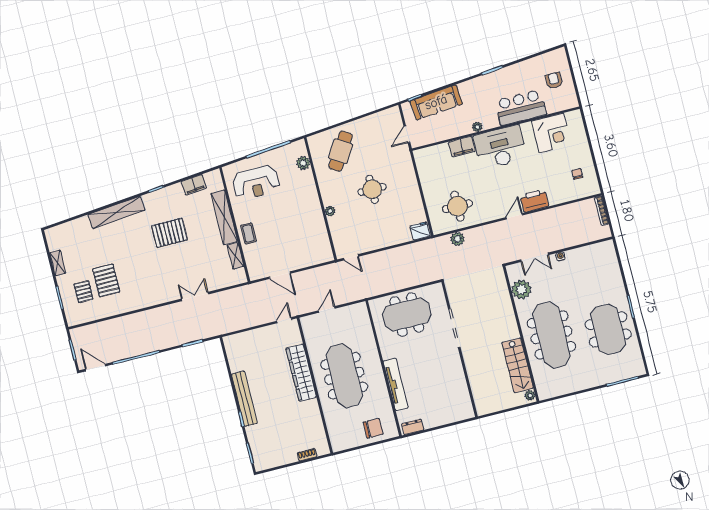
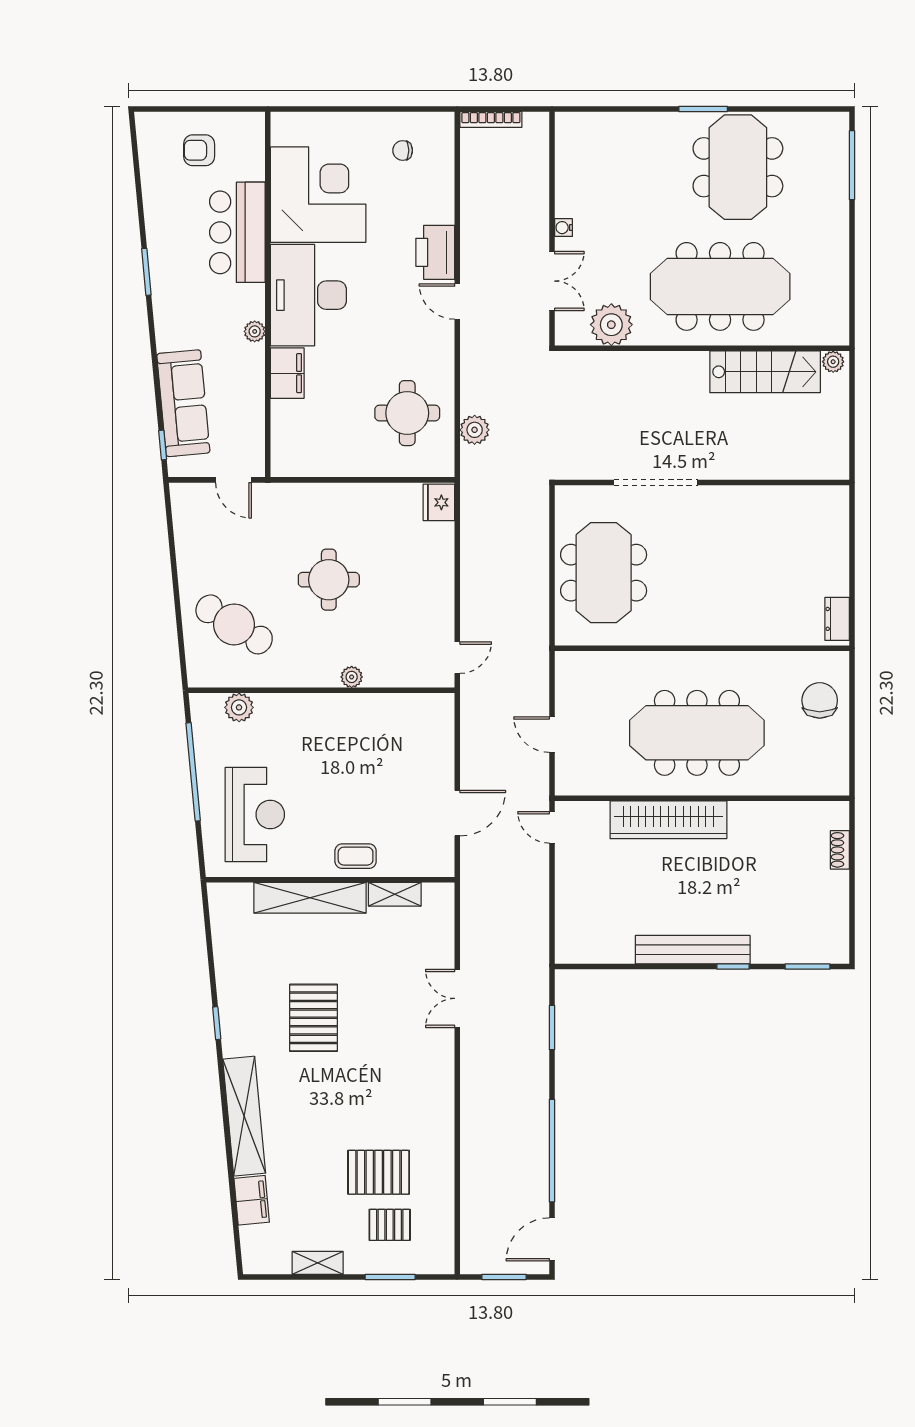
corner desk: (552, 133) -> (318, 195), width x1.36, depth x1.36
filing cabinet: (194, 185) -> (252, 1200), moved
meeting table: (608, 329) -> (738, 167), turned 90
tv unit: (396, 384) -> (741, 632), removed

